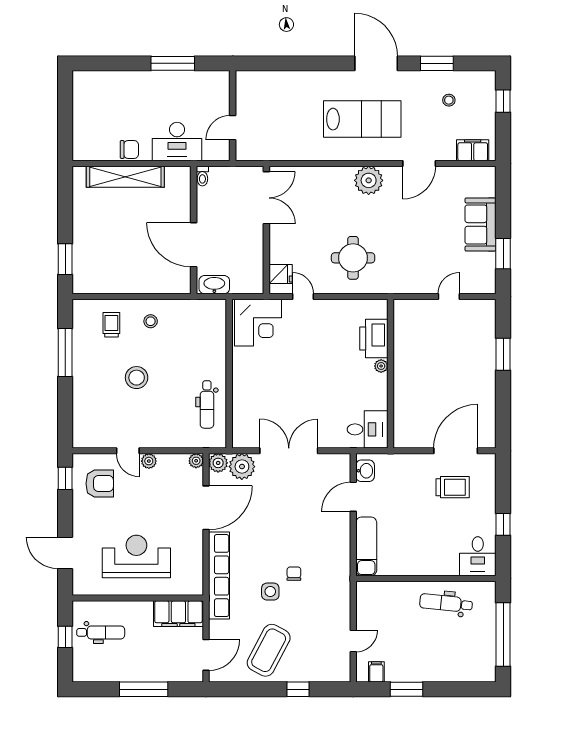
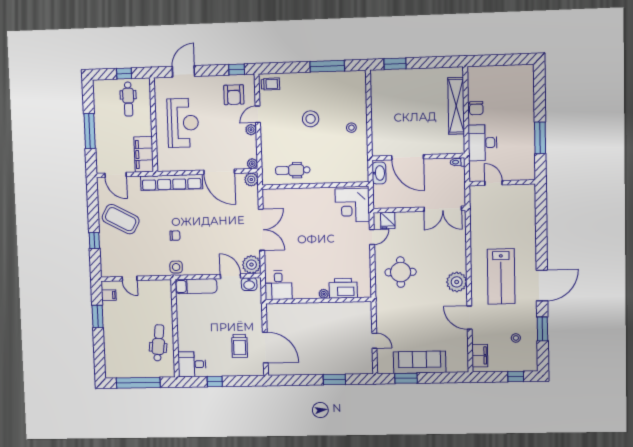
sofa: (481, 224) -> (420, 362), width x1.36
door: (194, 245) -> (408, 157), swing flipped
trolley: (111, 325) -> (270, 84), moved
plant: (242, 467) -> (251, 265), moved
side table: (270, 592) -> (176, 267), moved

